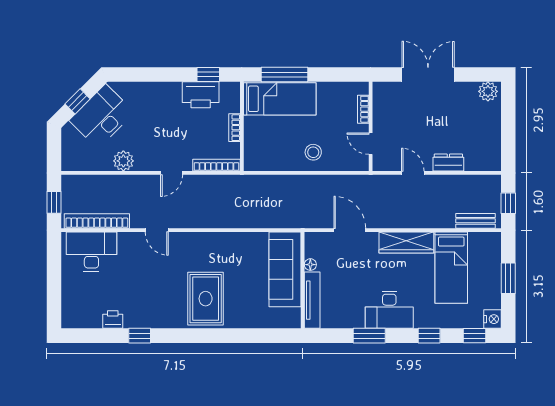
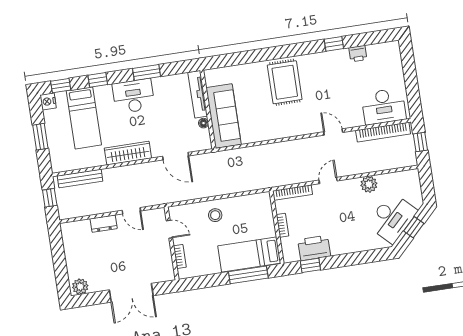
bench: (476, 221) -> (80, 179), width x1.36
bed: (451, 268) -> (84, 118), moved, turned 180

